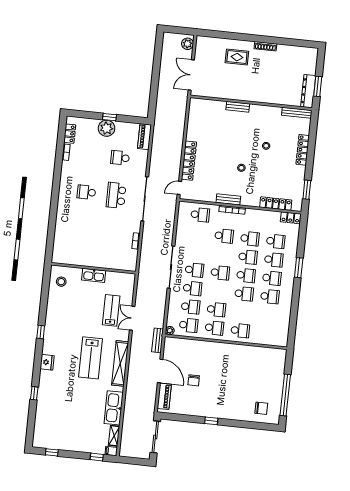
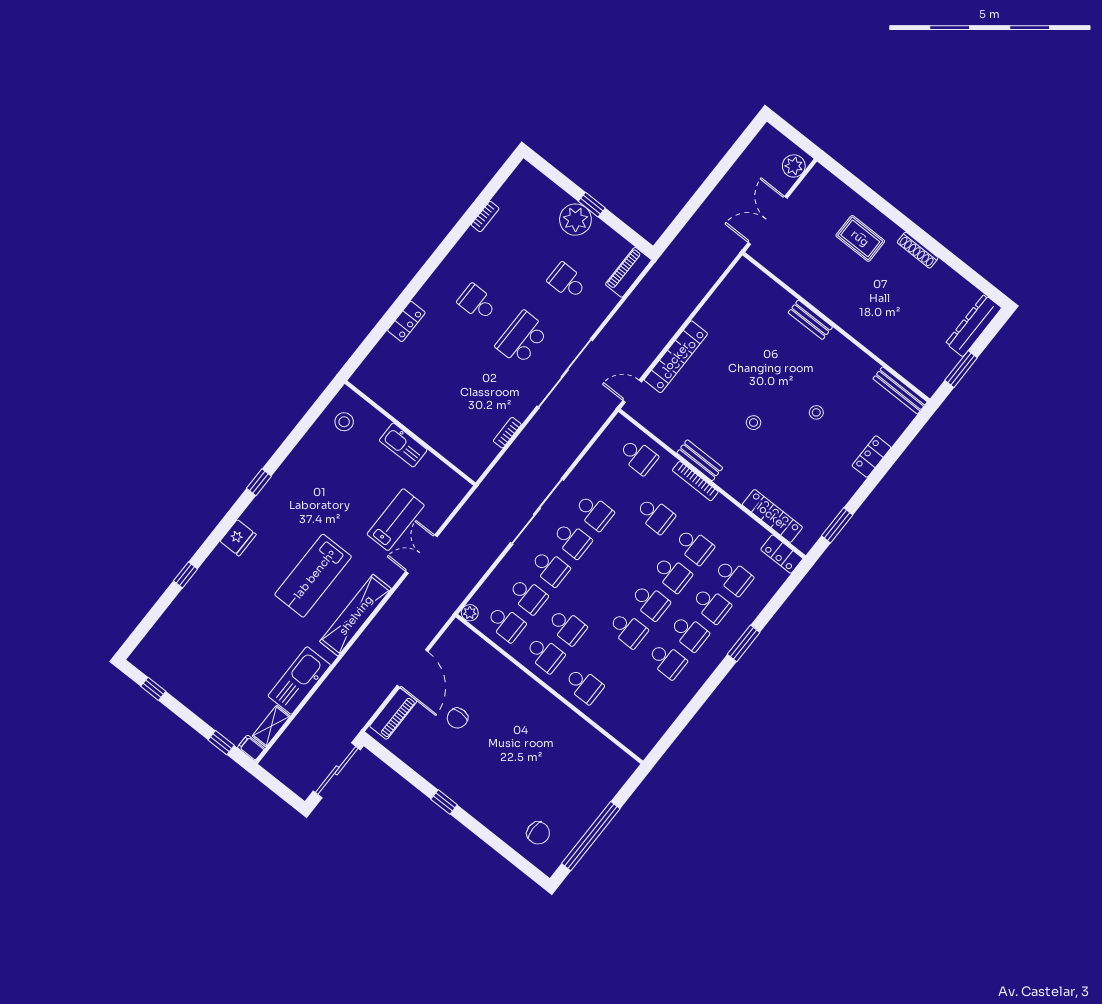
dresser: (308, 91) -> (974, 326), moved
locker: (70, 134) -> (406, 321), moved
locker: (303, 150) -> (871, 456), width x0.66
school desk: (220, 273) -> (594, 512), moved
bench: (158, 340) -> (440, 616), removed

